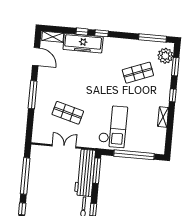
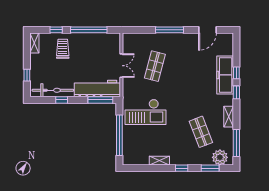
shelving: (53, 37) -> (229, 117), moved
trolley: (42, 204) -> (63, 49), added

